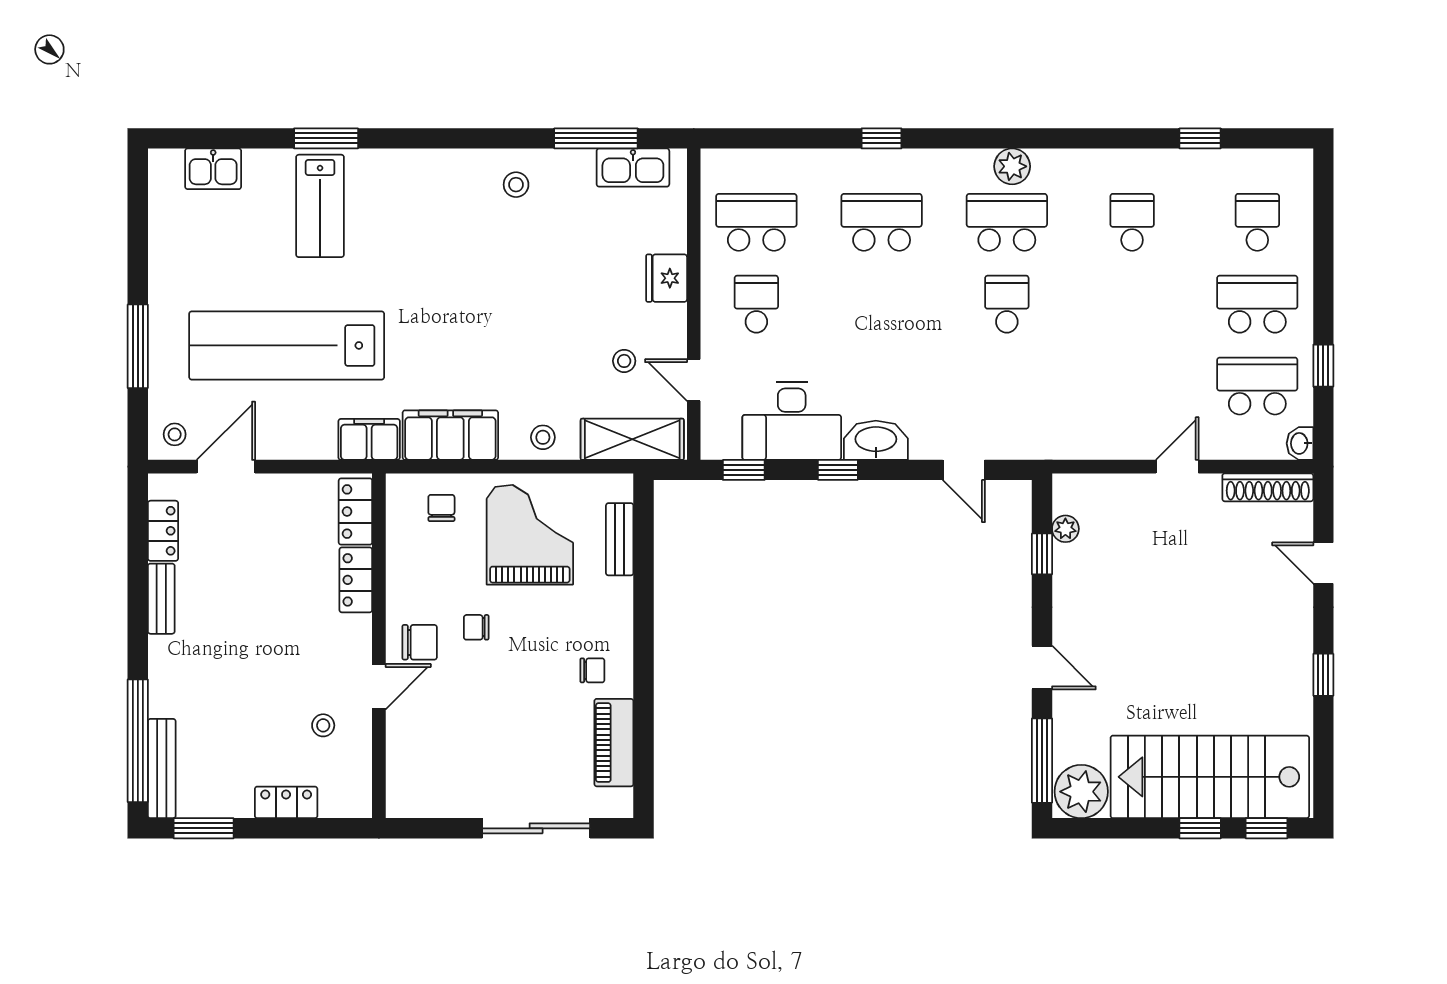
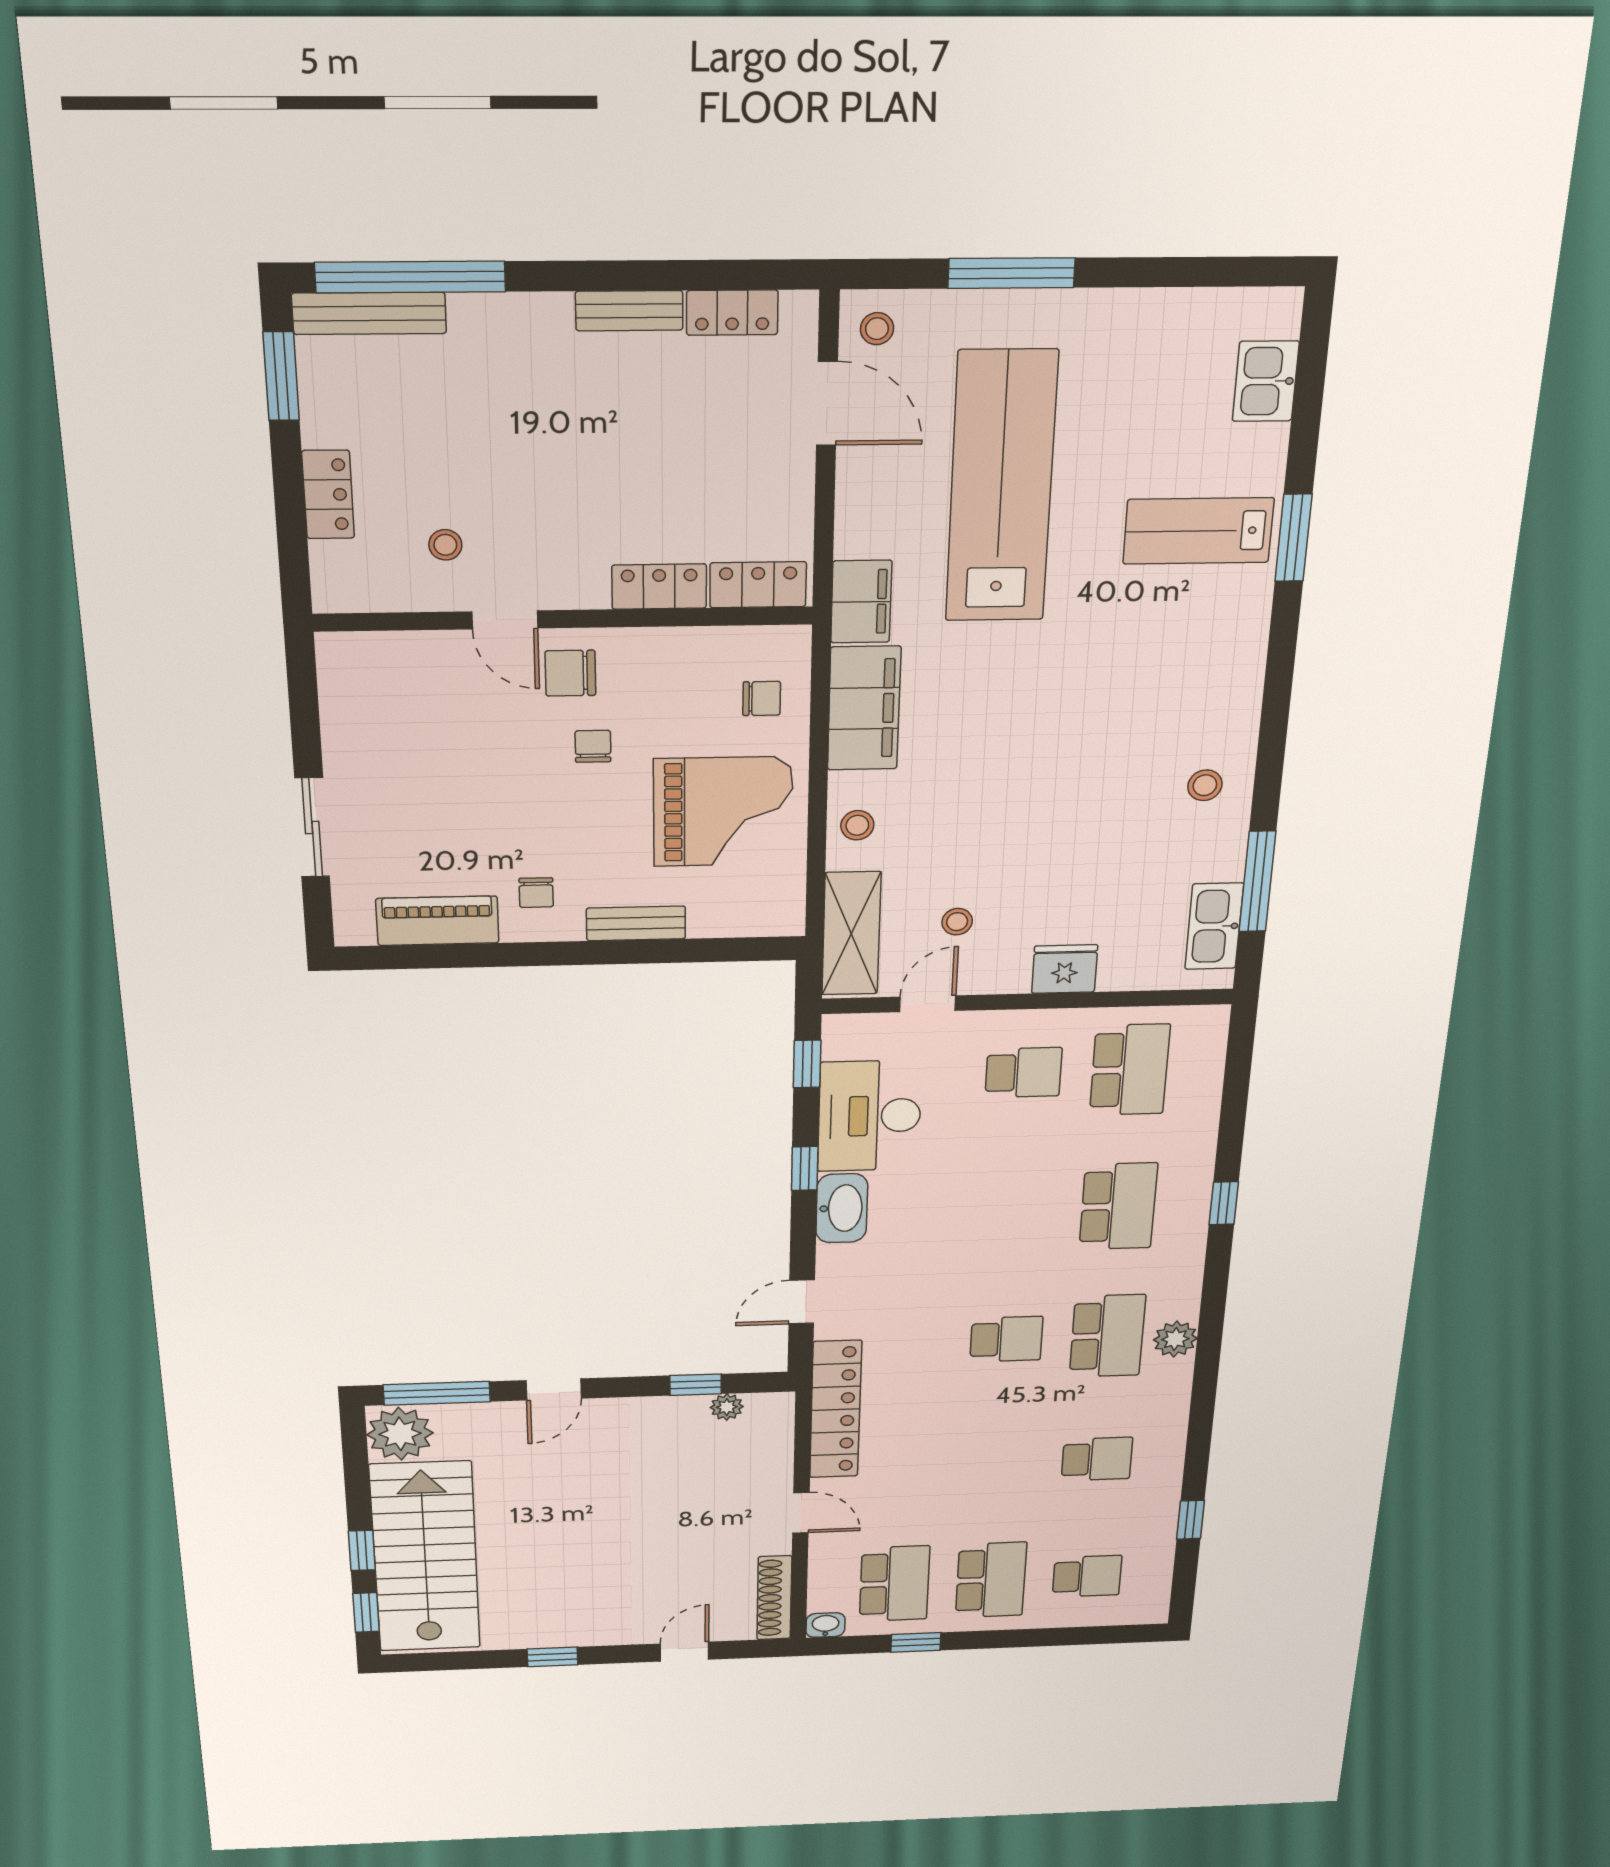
locker: (1072, 440) -> (836, 1410), added
bench: (620, 539) -> (636, 923), moved
chair: (420, 642) -> (570, 673), turned 90
sliding door: (536, 828) -> (312, 828), width x0.73

